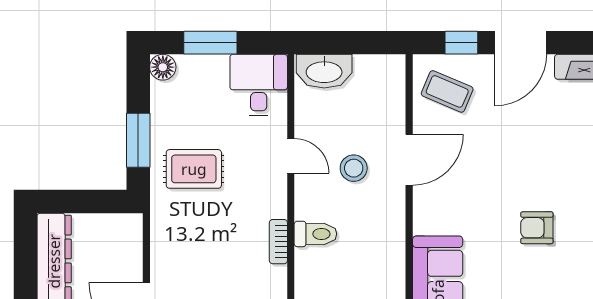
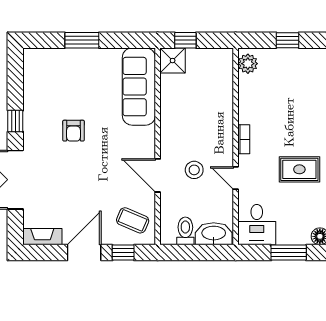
door: (409, 160) -> (158, 175), hinge flipped
armchair: (537, 228) -> (73, 131), turned 90
toilet: (315, 234) -> (185, 231), moved, turned 90
bookcase: (278, 242) -> (244, 139), moved

